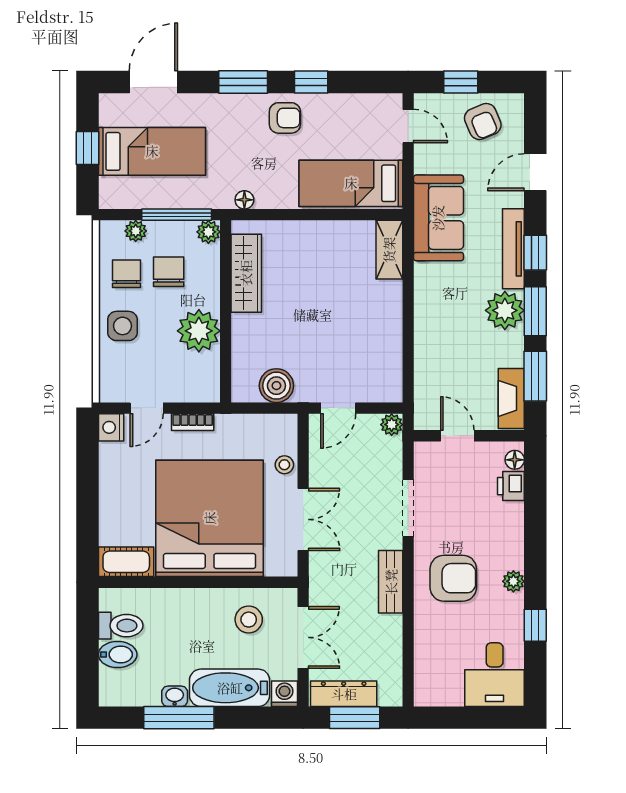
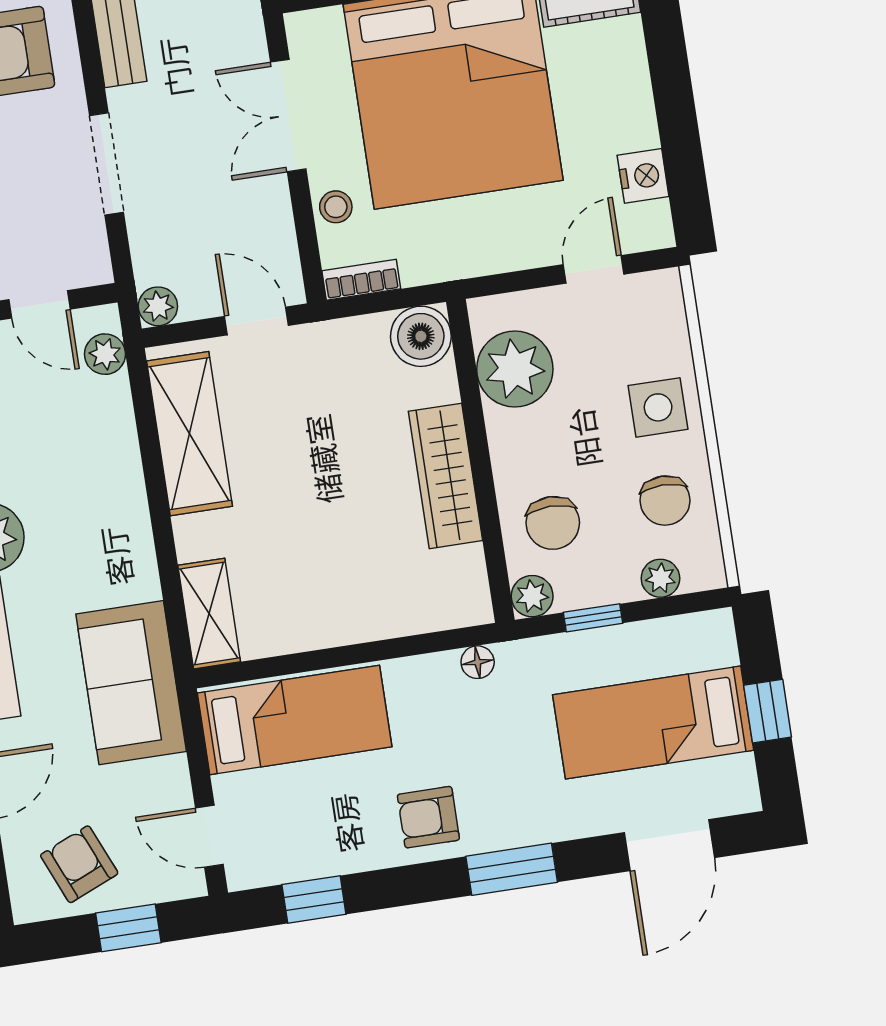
window: (311, 82) -> (314, 899), moved
window: (177, 215) -> (593, 618), width x0.46
chair: (169, 272) -> (553, 523), moved
wardrobe: (246, 273) -> (446, 476), moved
plant: (199, 331) -> (515, 369), moved
shelving: (385, 351) -> (189, 434), added
boiler: (276, 386) -> (421, 336), moved
plant: (425, 403) -> (105, 354), added
door: (338, 408) -> (257, 321), hinge flipped
bookcase: (193, 422) -> (361, 280), moved
nightstand: (111, 427) -> (643, 176), moved

